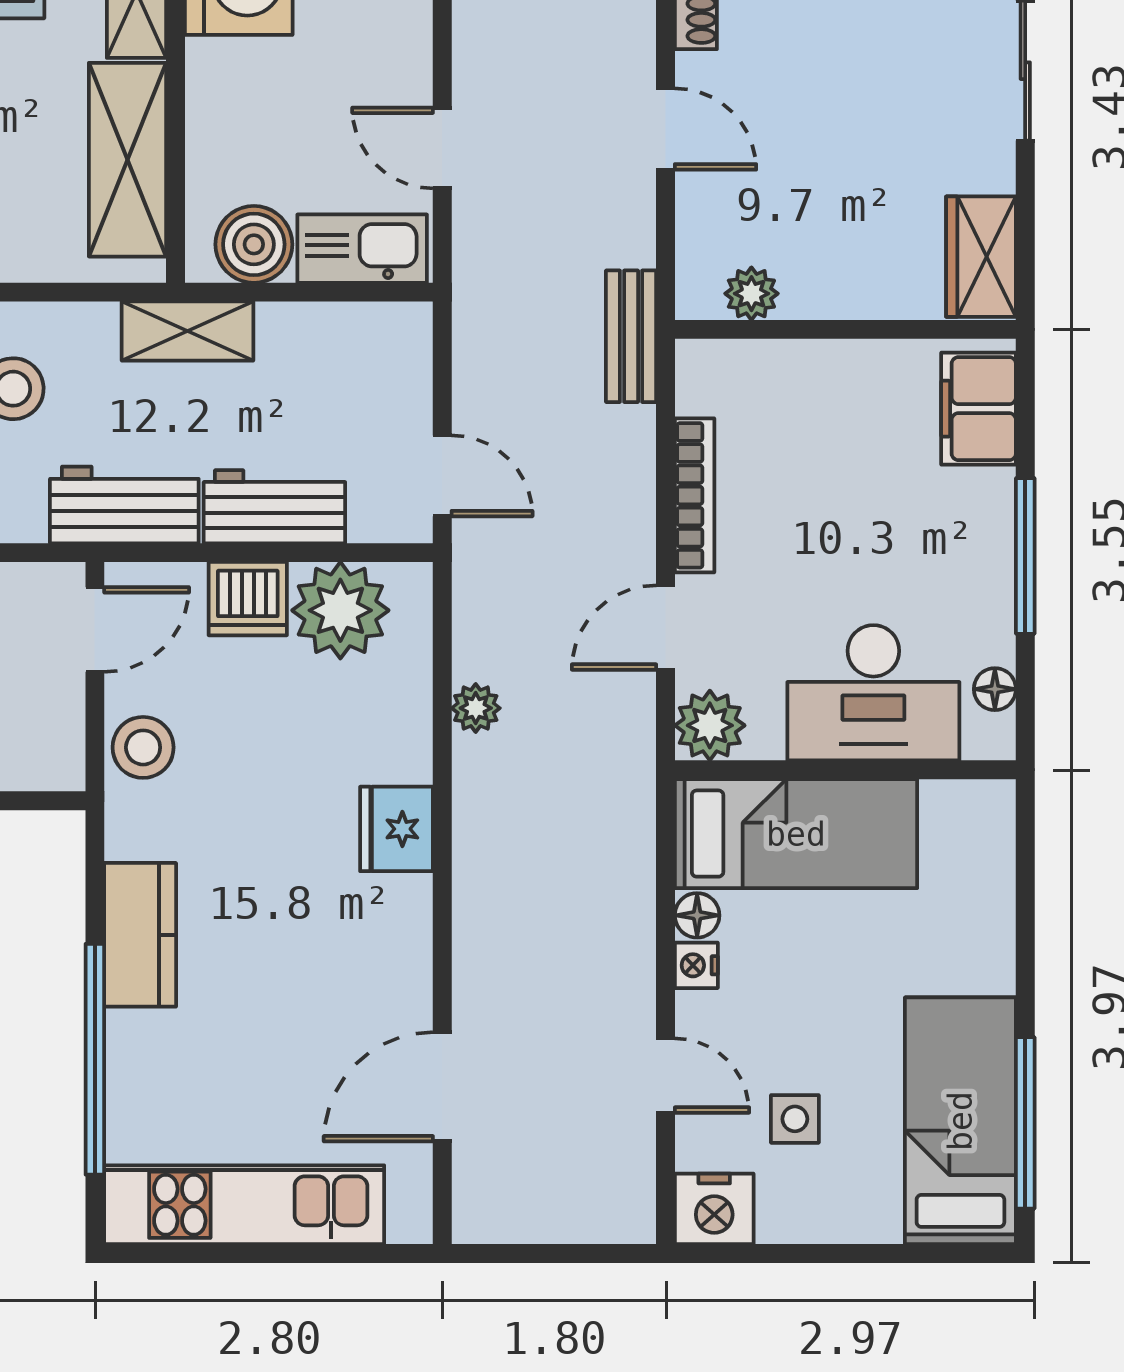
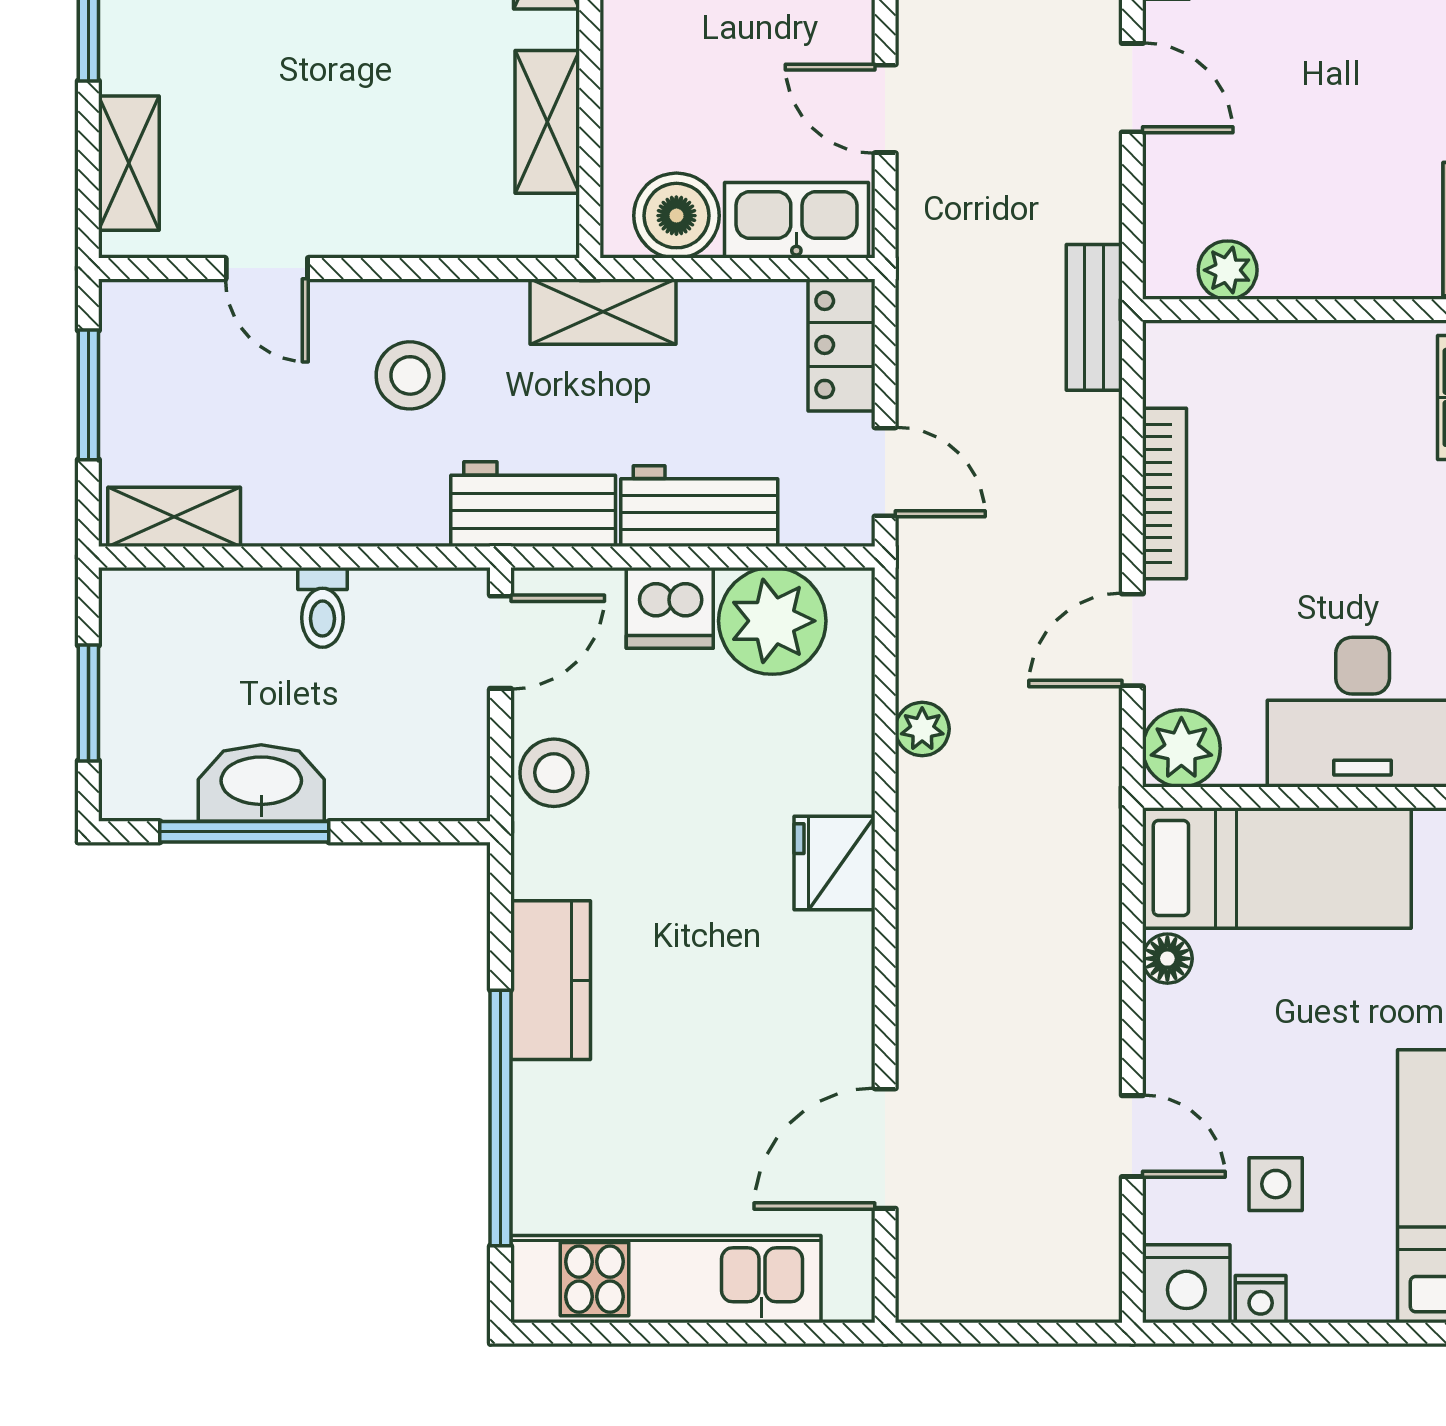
shelving: (127, 160) -> (547, 122), width x0.67, depth x0.75
locker: (403, 361) -> (841, 345), added
nightstand: (696, 965) -> (1261, 1299), moved, turned -90

